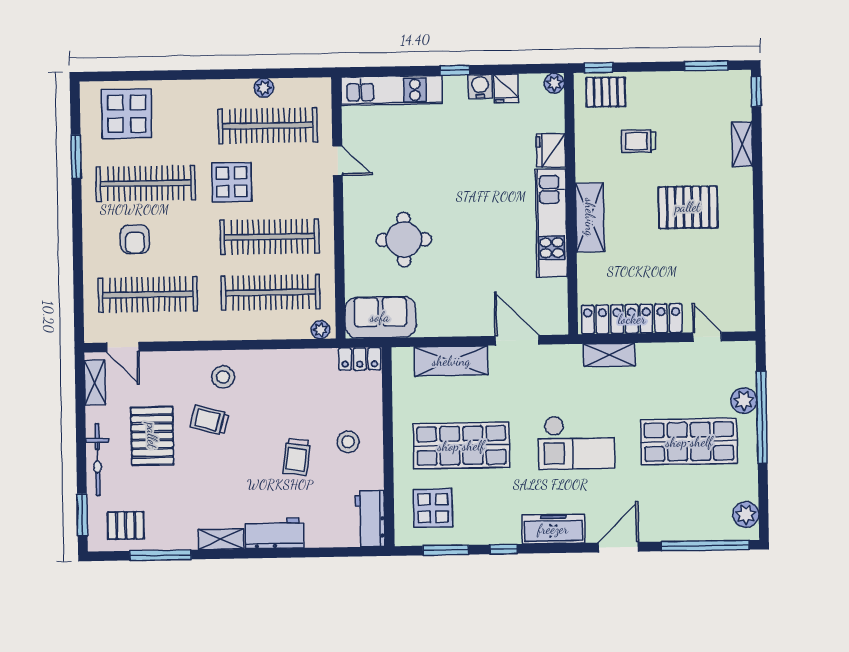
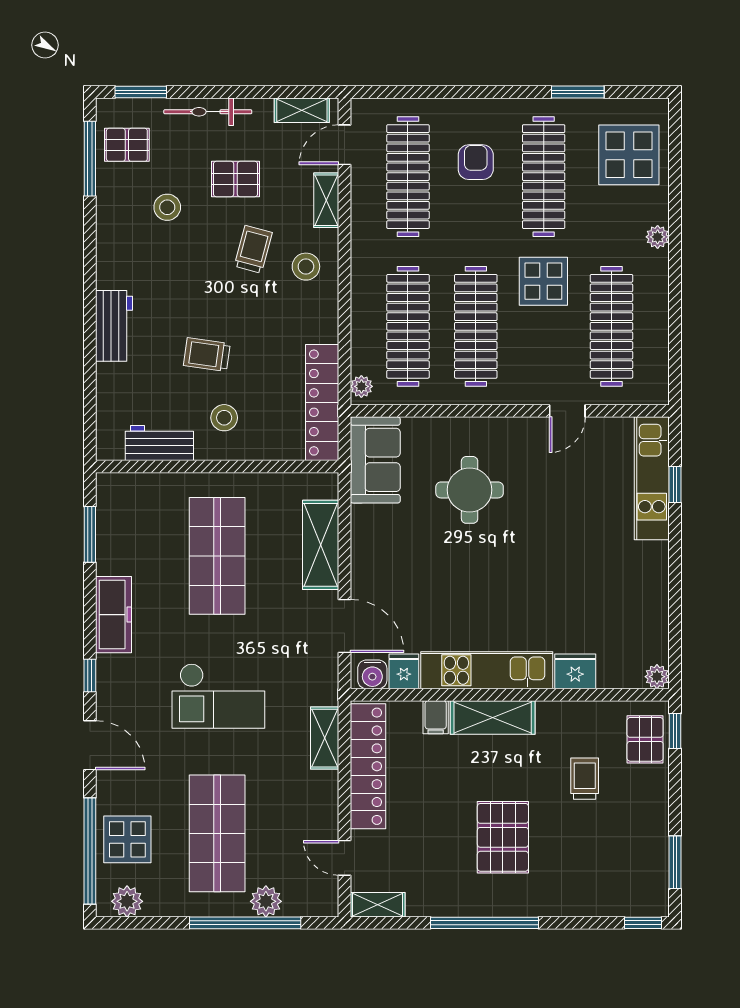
window: (455, 70) -> (675, 484), moved
water cooler: (480, 86) -> (372, 674), moved, turned 90
plant: (264, 88) -> (658, 237), moved
fridge: (506, 88) -> (404, 671), moved, turned 90
shelving: (742, 144) -> (378, 905), moved
window: (758, 221) -> (484, 923), added
armchair: (135, 239) -> (476, 162), turned 90
filing cabinet: (590, 264) -> (436, 717), added
door: (707, 337) -> (344, 858), swing flipped
door: (517, 340) -> (344, 626), hinge flipped
locker: (360, 359) -> (322, 403), width x2.16, depth x1.21
pallet: (152, 436) -> (236, 179), width x0.67, depth x0.71
checkout: (576, 442) -> (218, 696), turned -90
stool: (176, 491) -> (167, 207), added
display table: (433, 508) -> (127, 839), moved
workbench: (370, 519) -> (159, 443), moved
pallet: (126, 525) -> (127, 145), turned 90
freezer: (553, 529) -> (114, 615), moved
shelving: (221, 539) -> (326, 200), moved
window: (504, 549) -> (90, 676), moved
window: (161, 555) -> (90, 159), moved

